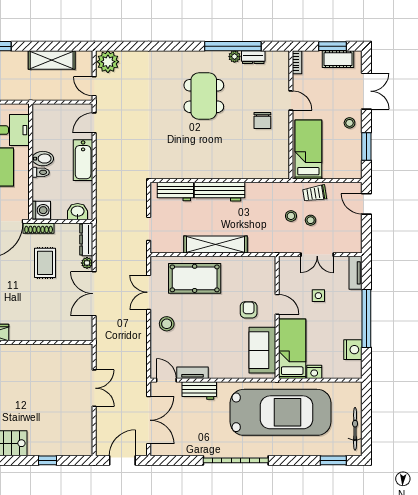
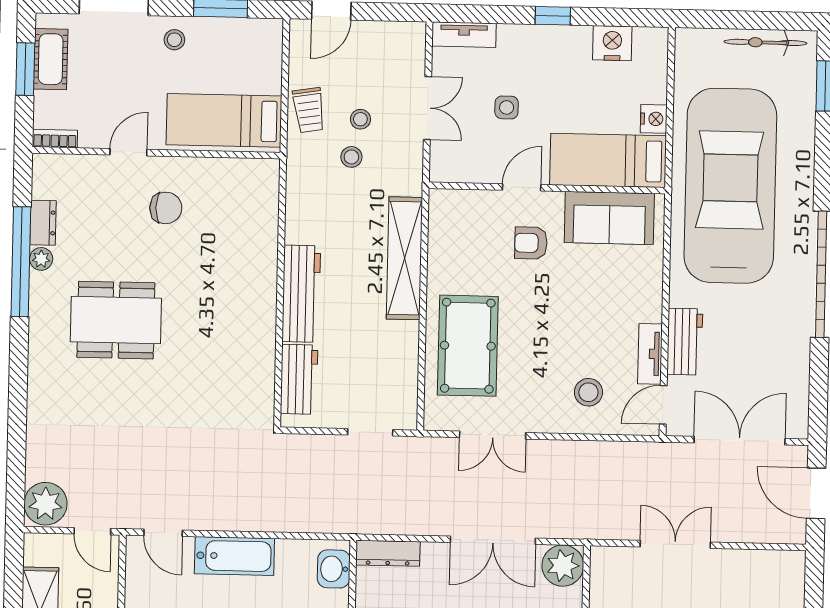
door: (94, 86) -> (92, 531), hinge flipped
shelving: (216, 245) -> (404, 258), moved
plant: (87, 263) -> (563, 566), moved, width x1.88, depth x1.88
window: (366, 319) -> (553, 16), width x0.32
stool: (167, 324) -> (588, 392), moved

